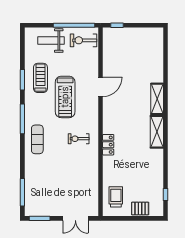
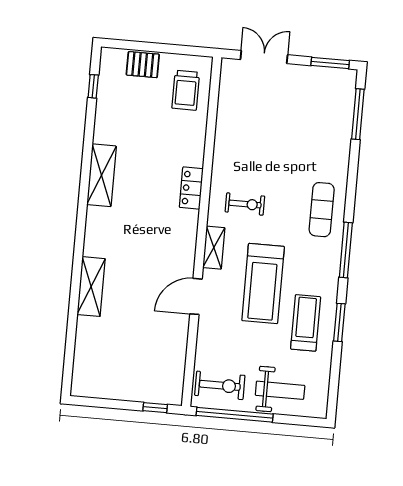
treadmill: (40, 78) -> (306, 323), turned 180
treadmill: (65, 97) -> (263, 284), turned 180
shelving: (157, 99) -> (91, 287), moved
shelving: (93, 114) -> (214, 248), added
shelving: (157, 132) -> (102, 175), moved

